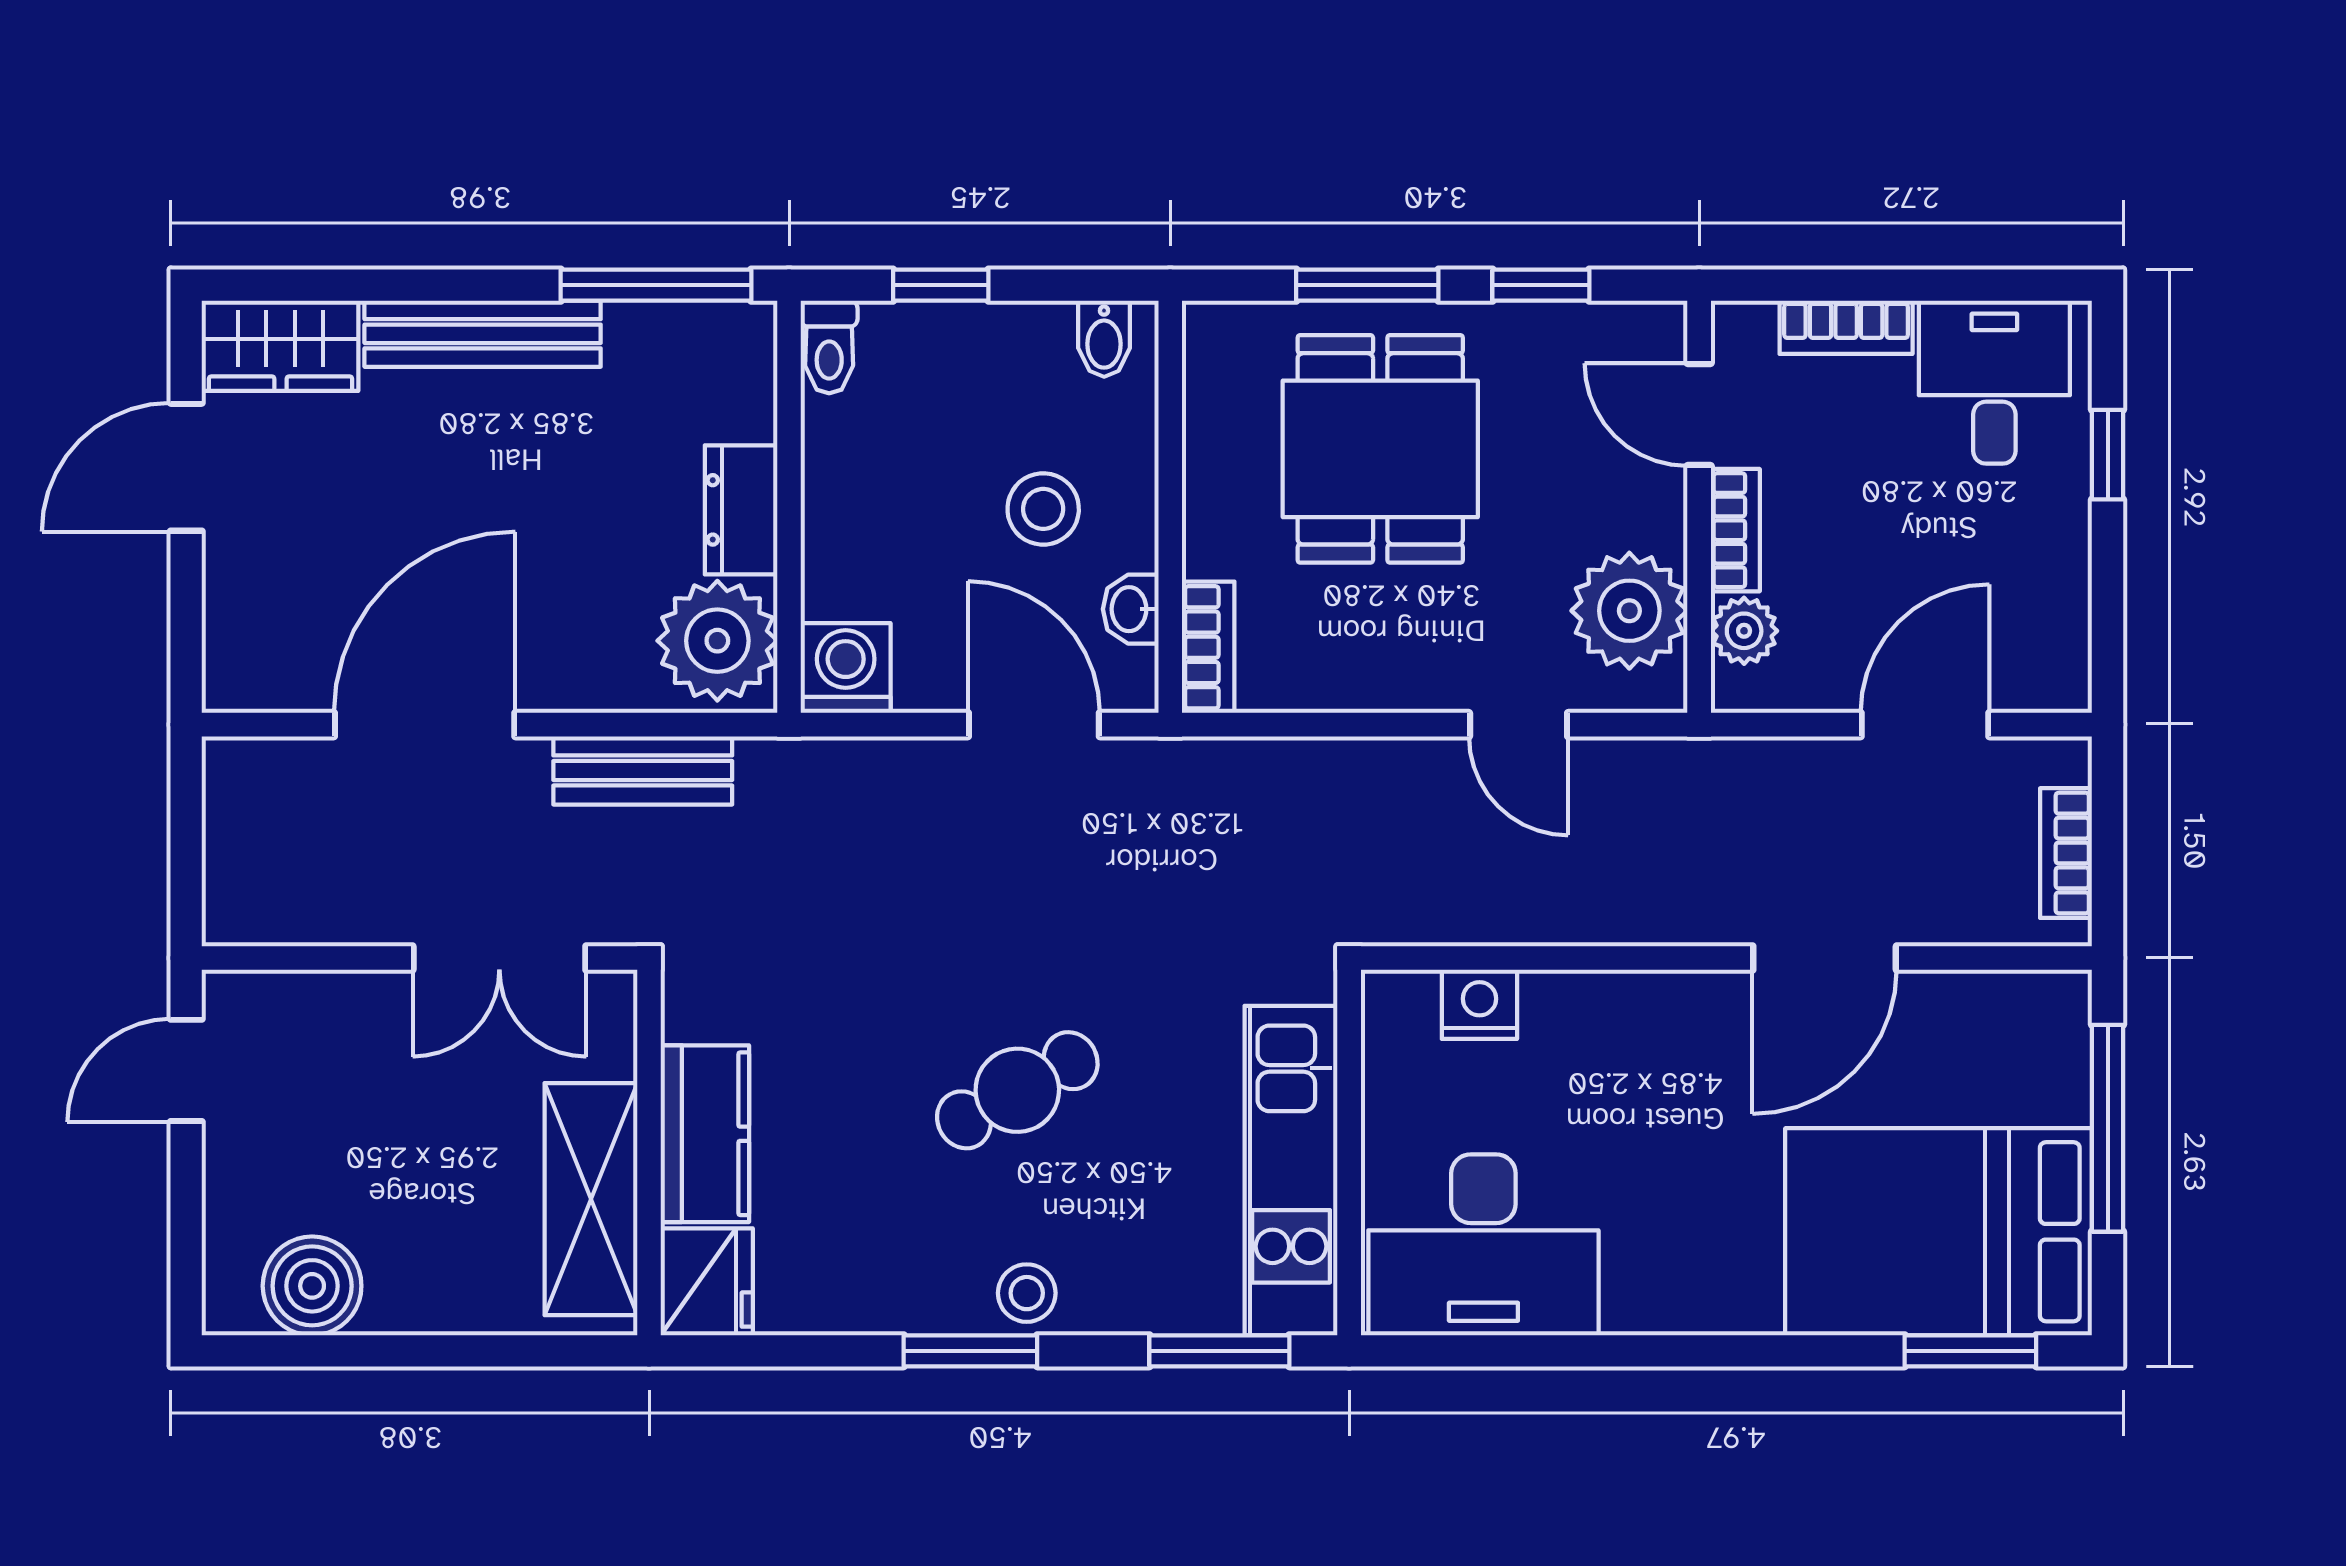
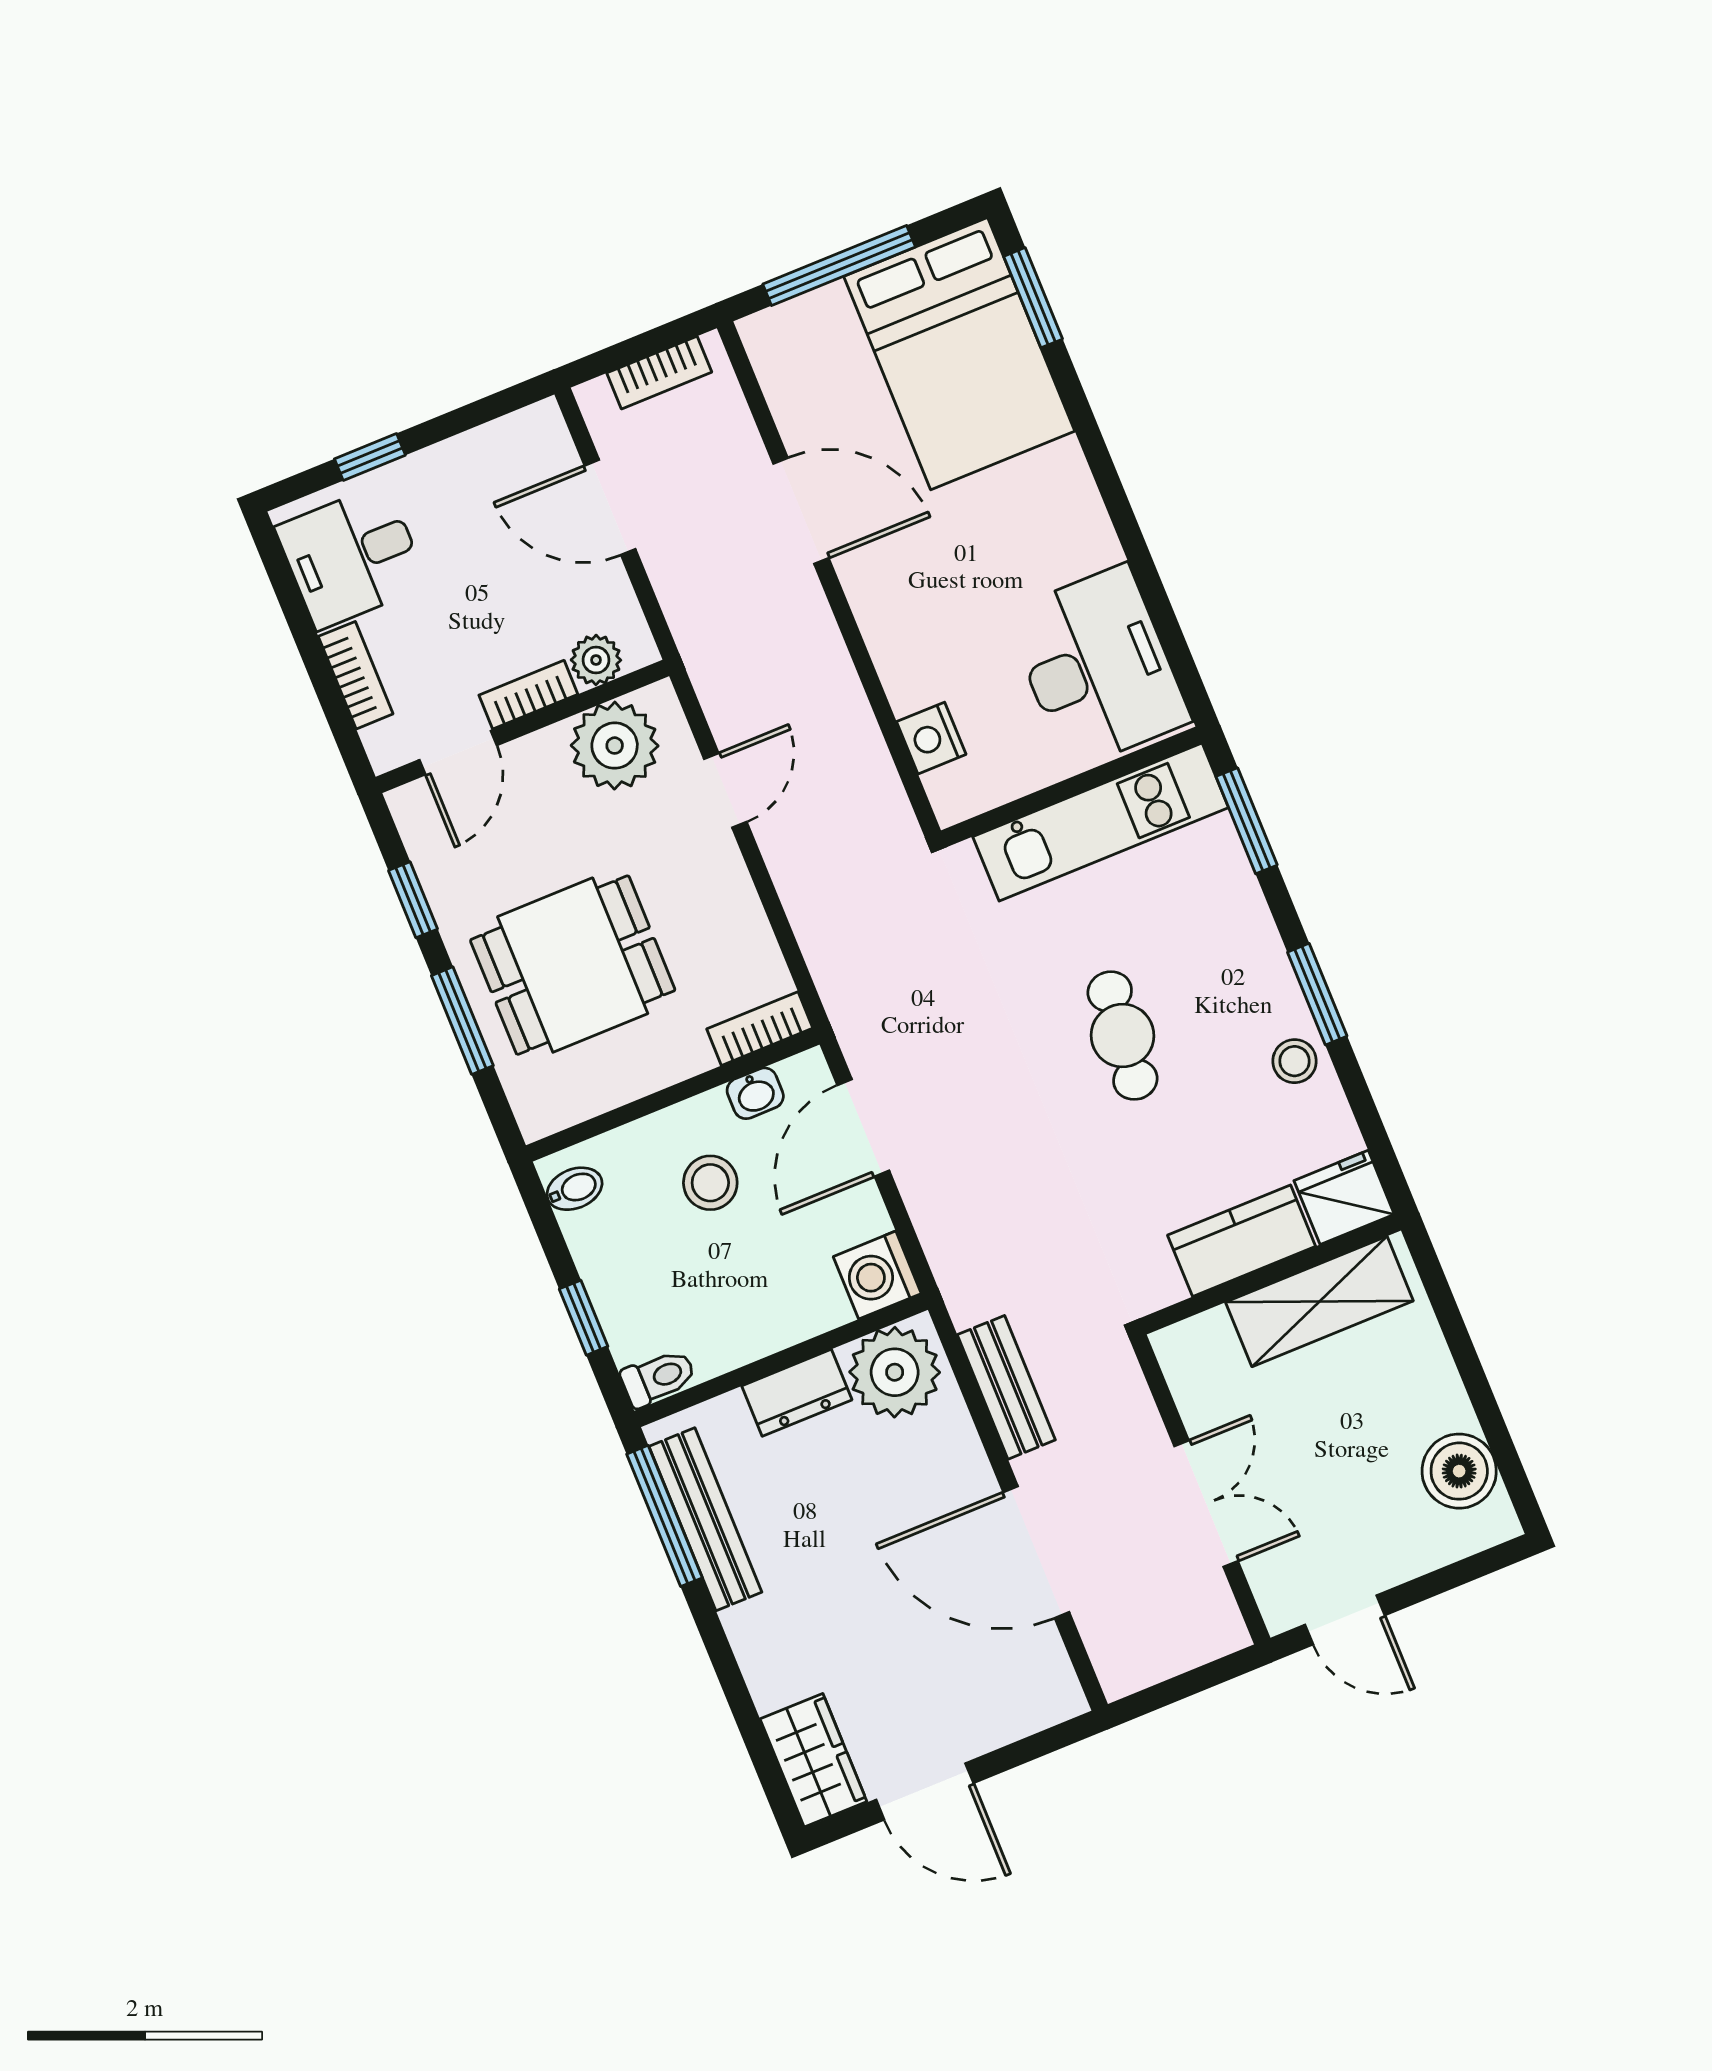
bench: (483, 334) -> (705, 1519), moved
double door: (499, 958) -> (1206, 1504), moved
cafe table: (1017, 1090) -> (1123, 1036), turned 35
stool: (1027, 1293) -> (1295, 1061), moved

